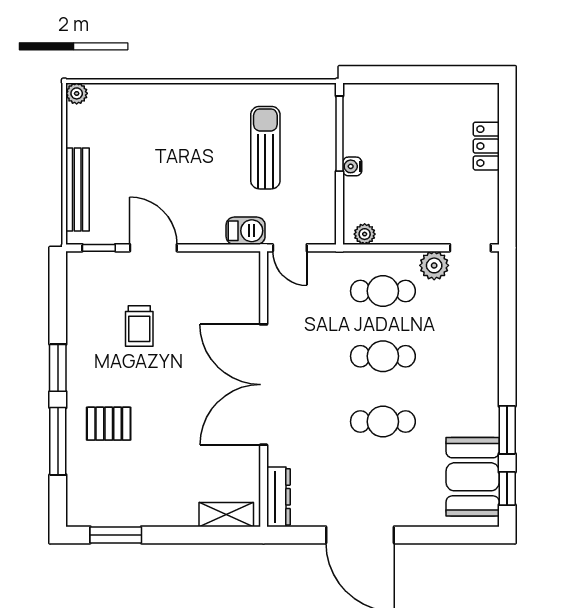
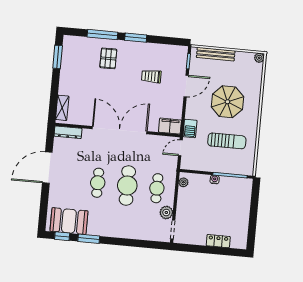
parasol: (179, 154) -> (227, 102), added
filing cabinet: (244, 275) -> (170, 126), added
cafe table: (383, 356) -> (127, 185), width x1.37, depth x1.35

